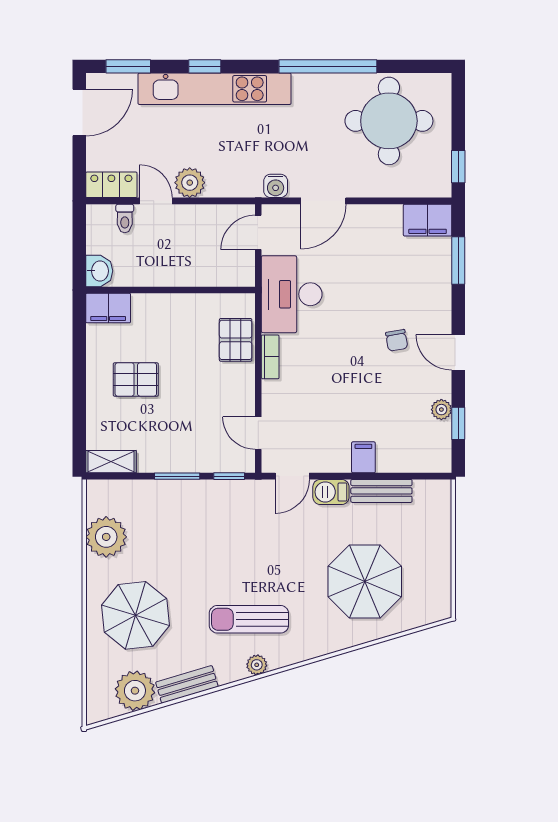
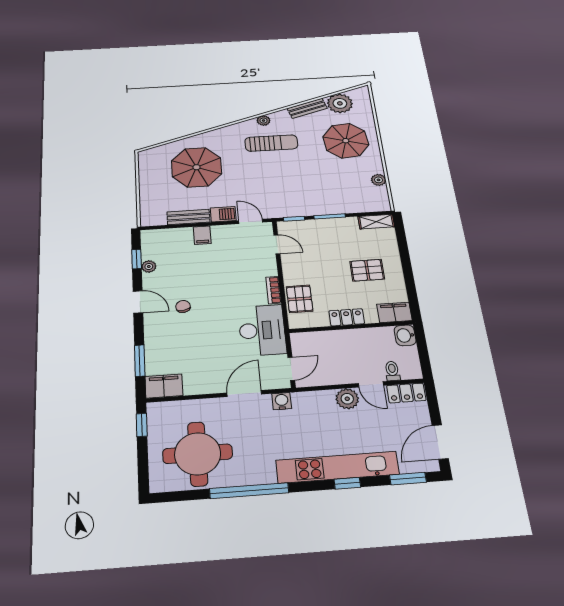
locker: (175, 305) -> (347, 317), added
door: (292, 476) -> (251, 221), hinge flipped
plant: (106, 537) -> (379, 180), width x0.53, depth x0.53

